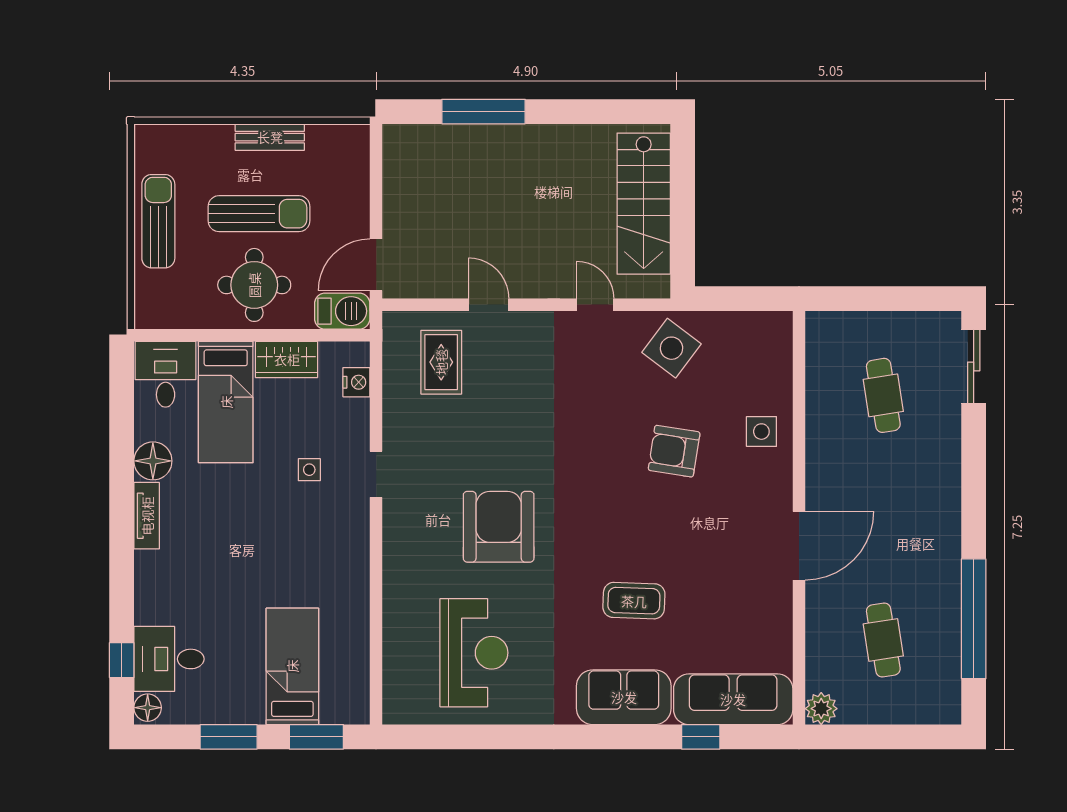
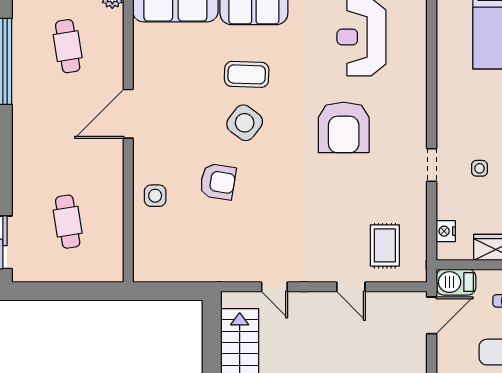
side table: (672, 348) -> (245, 123), moved

